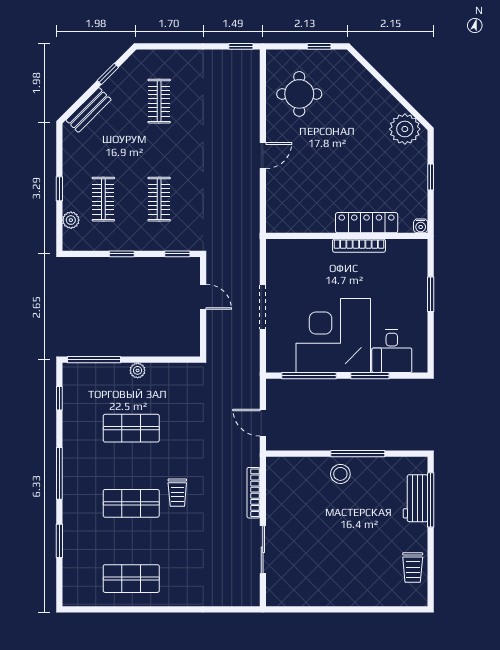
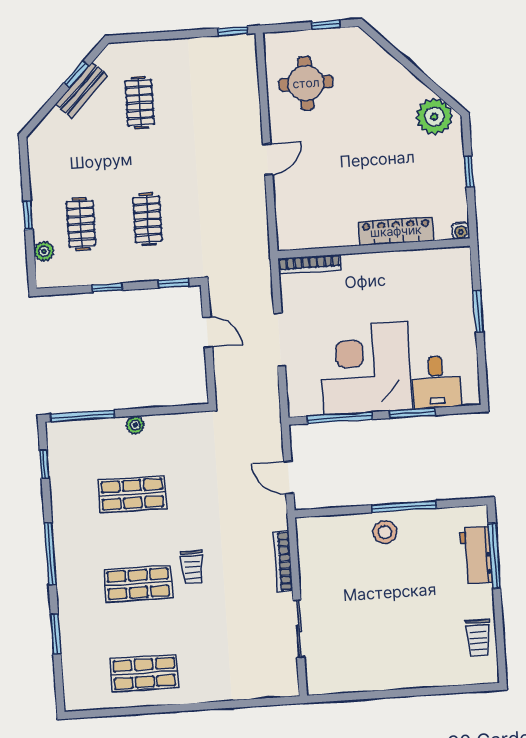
bench: (89, 110) -> (82, 90), moved
bookcase: (359, 246) -> (310, 264), moved

